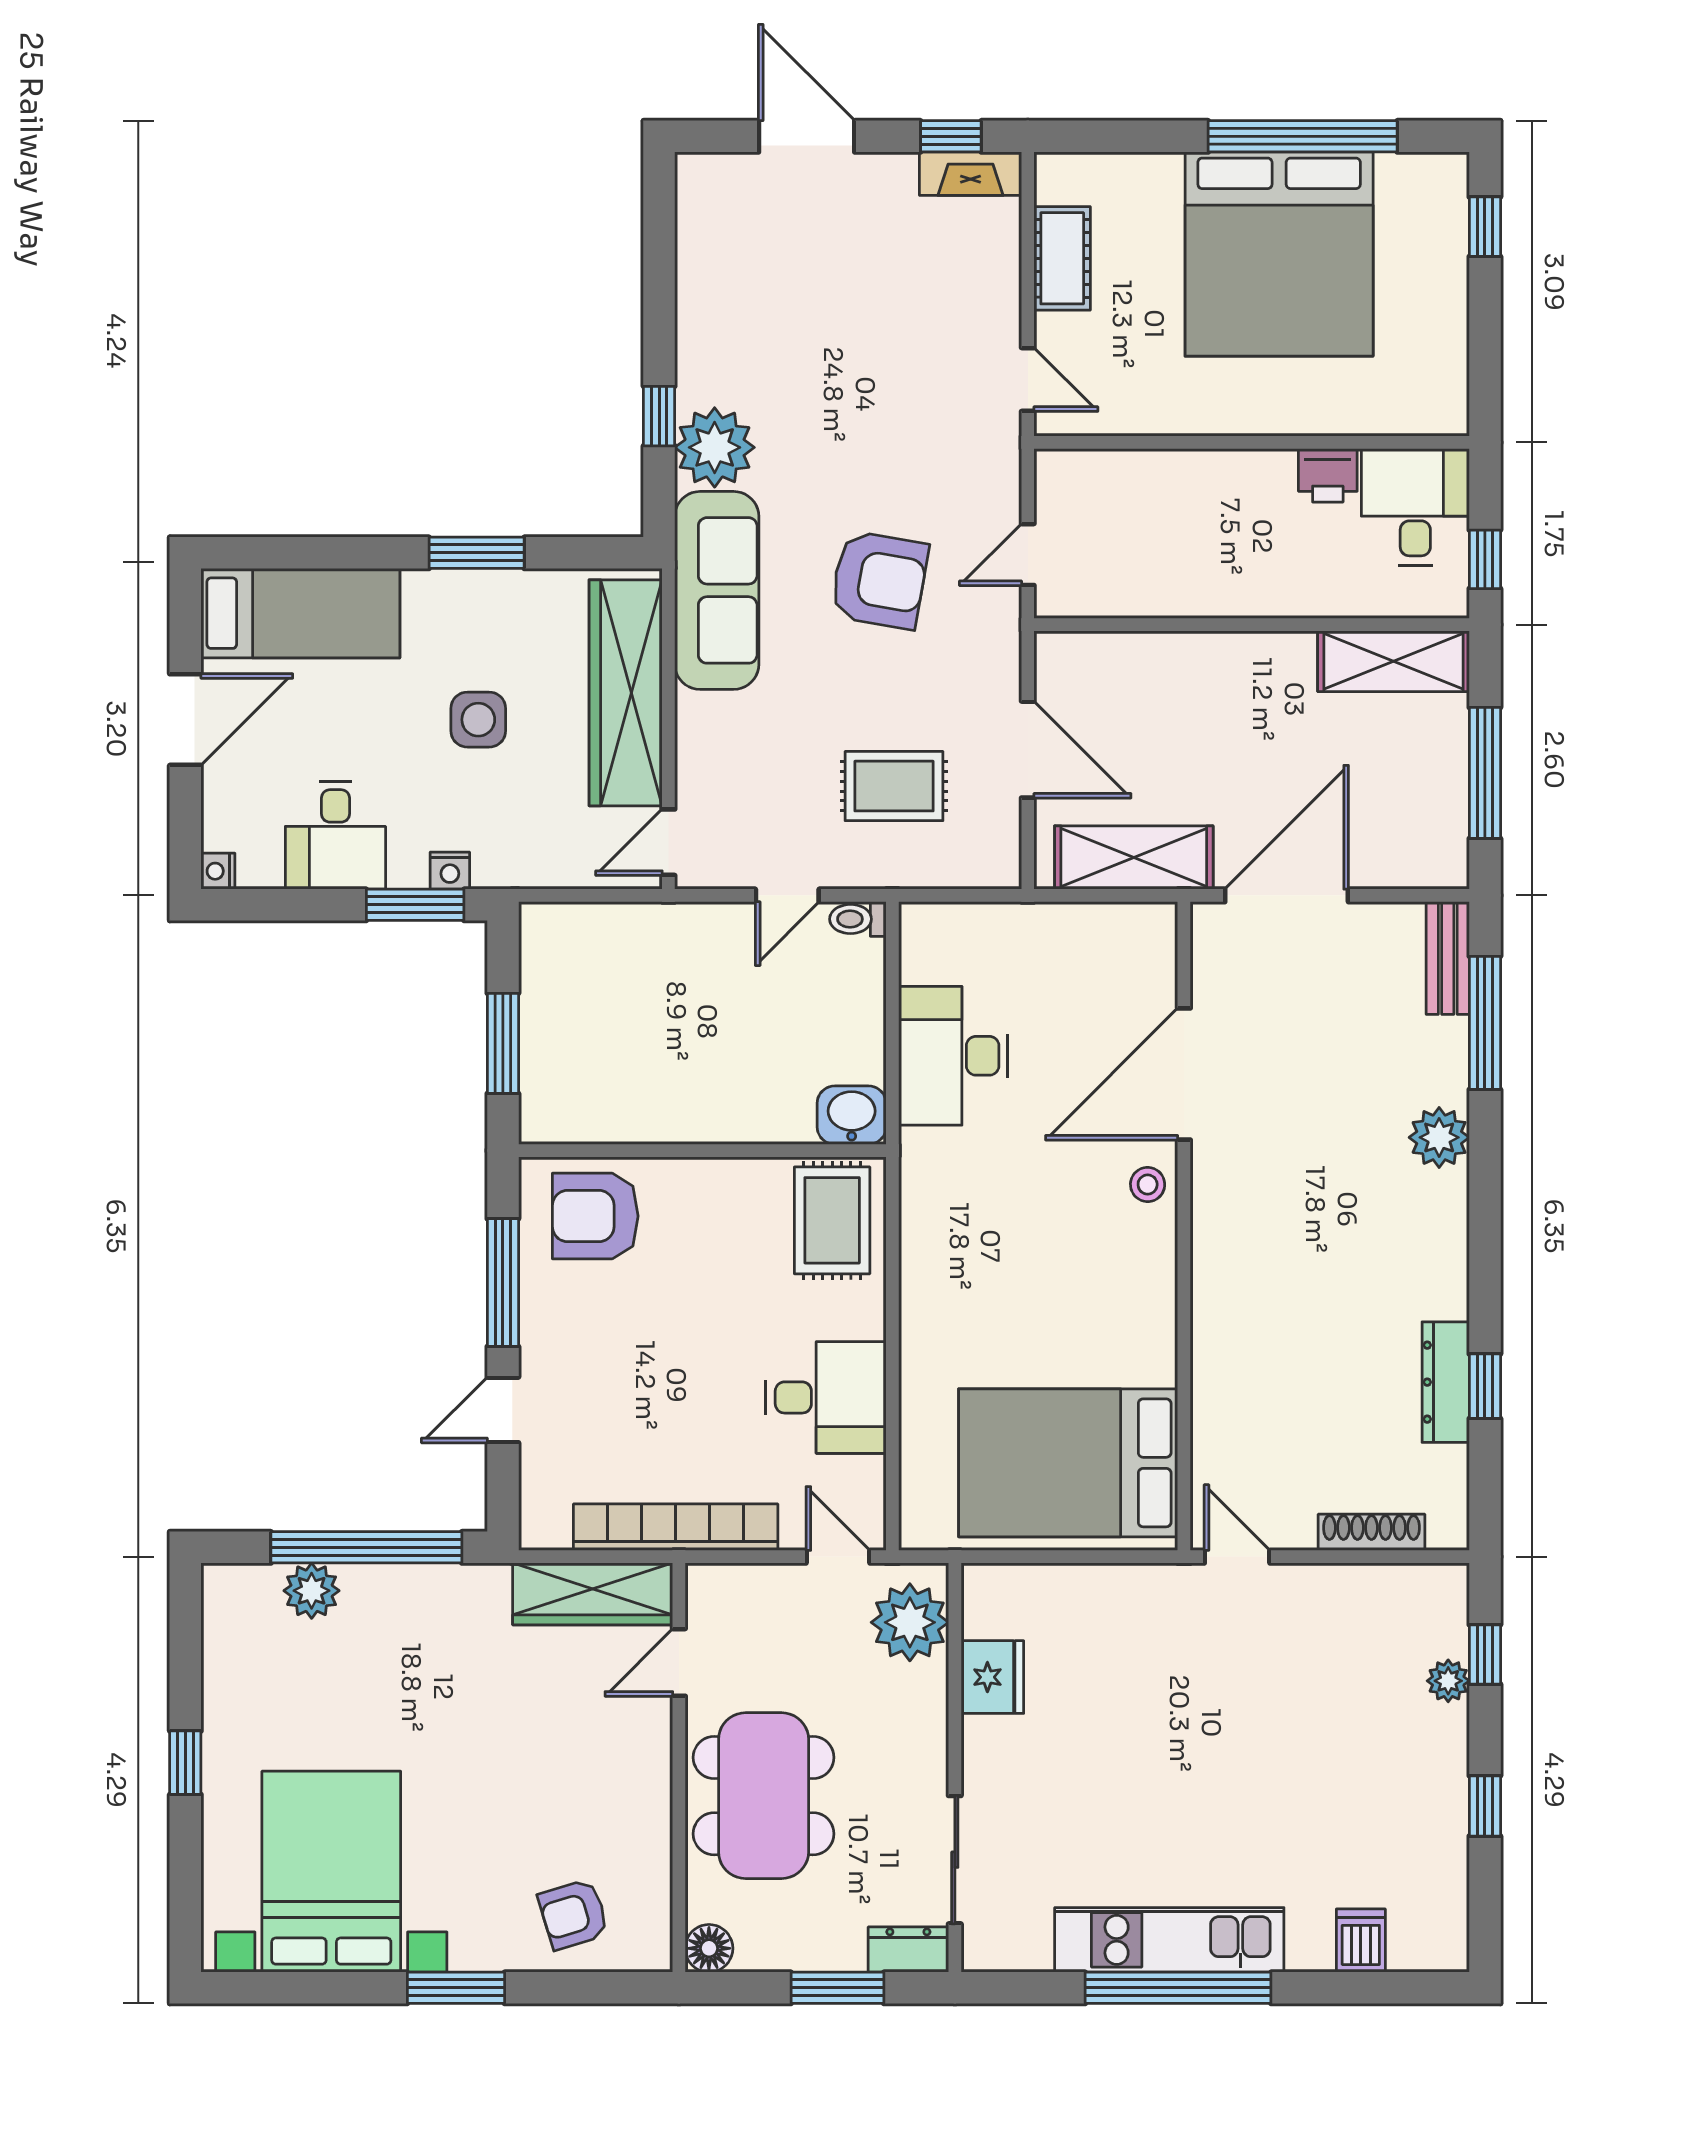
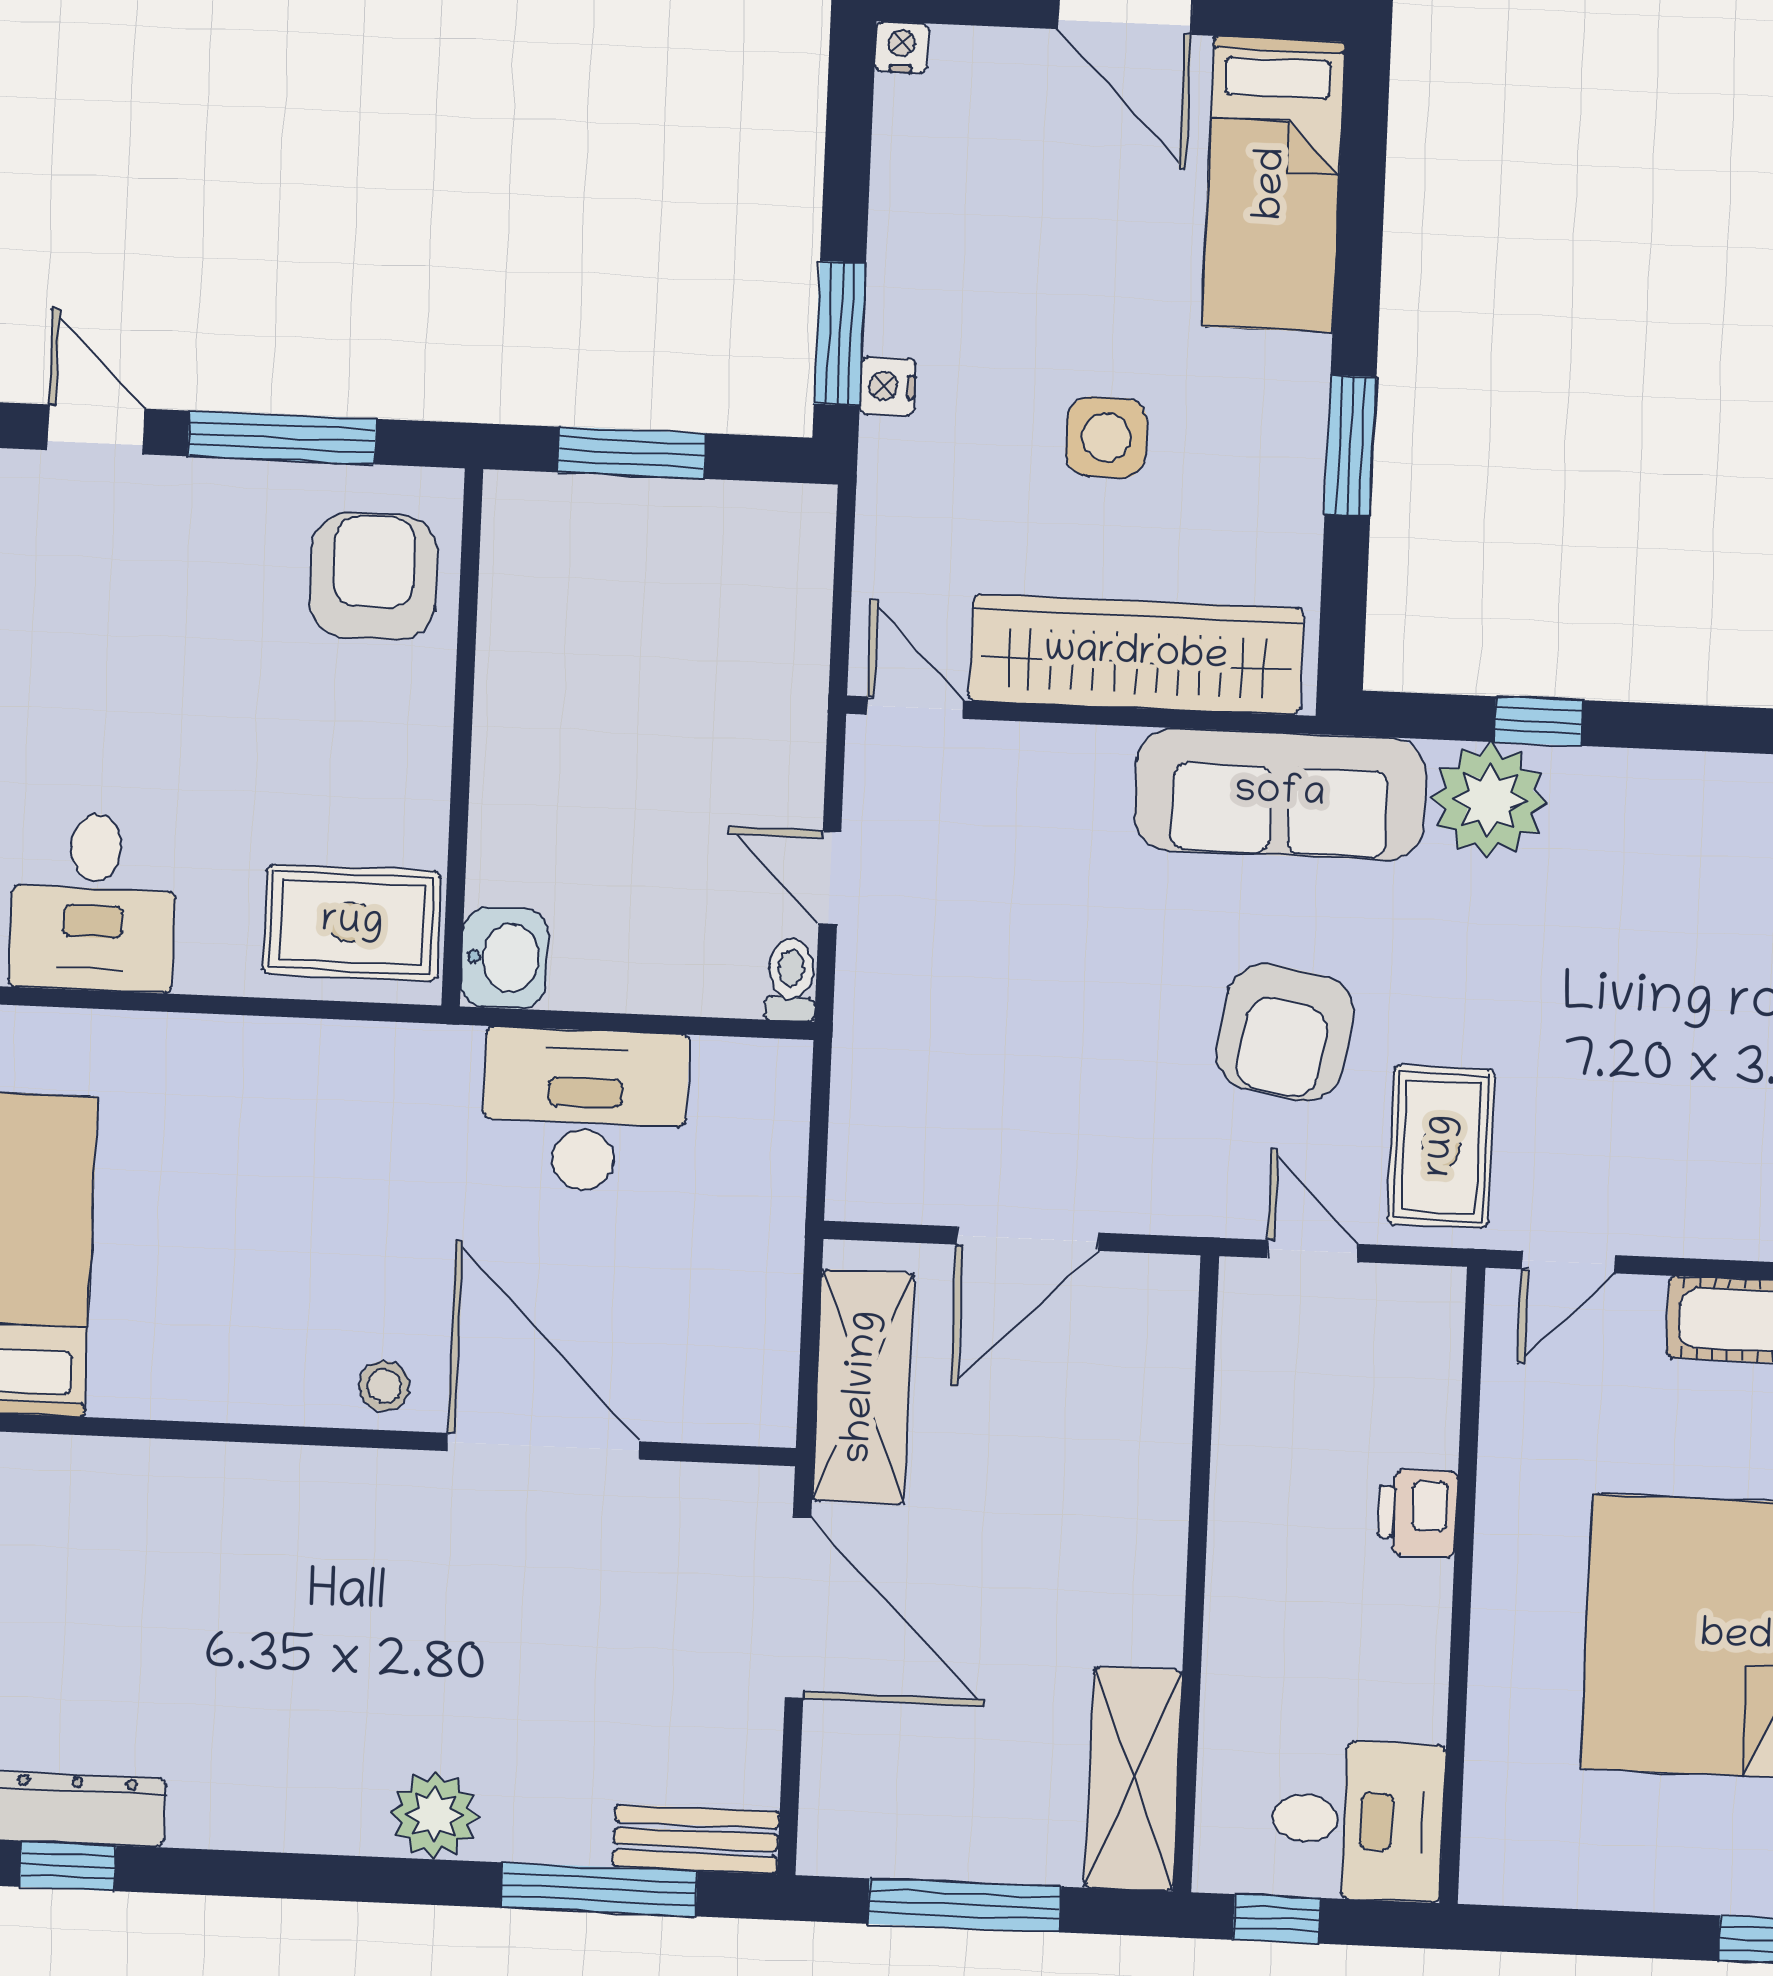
printer: (1328, 475) -> (1417, 1513), moved
rug: (894, 786) -> (1441, 1146), moved
desk: (335, 835) -> (947, 221), removed

